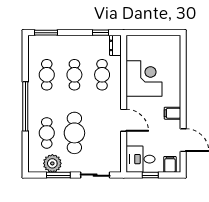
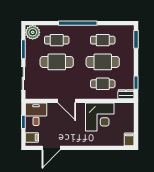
cafe table: (74, 75) -> (103, 62), width x1.37, depth x1.35
filing cabinet: (172, 113) -> (129, 139), moved
door: (124, 120) -> (67, 101), hinge flipped
plant: (52, 163) -> (33, 32), moved

